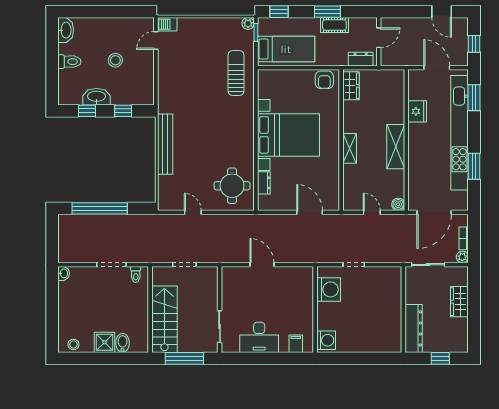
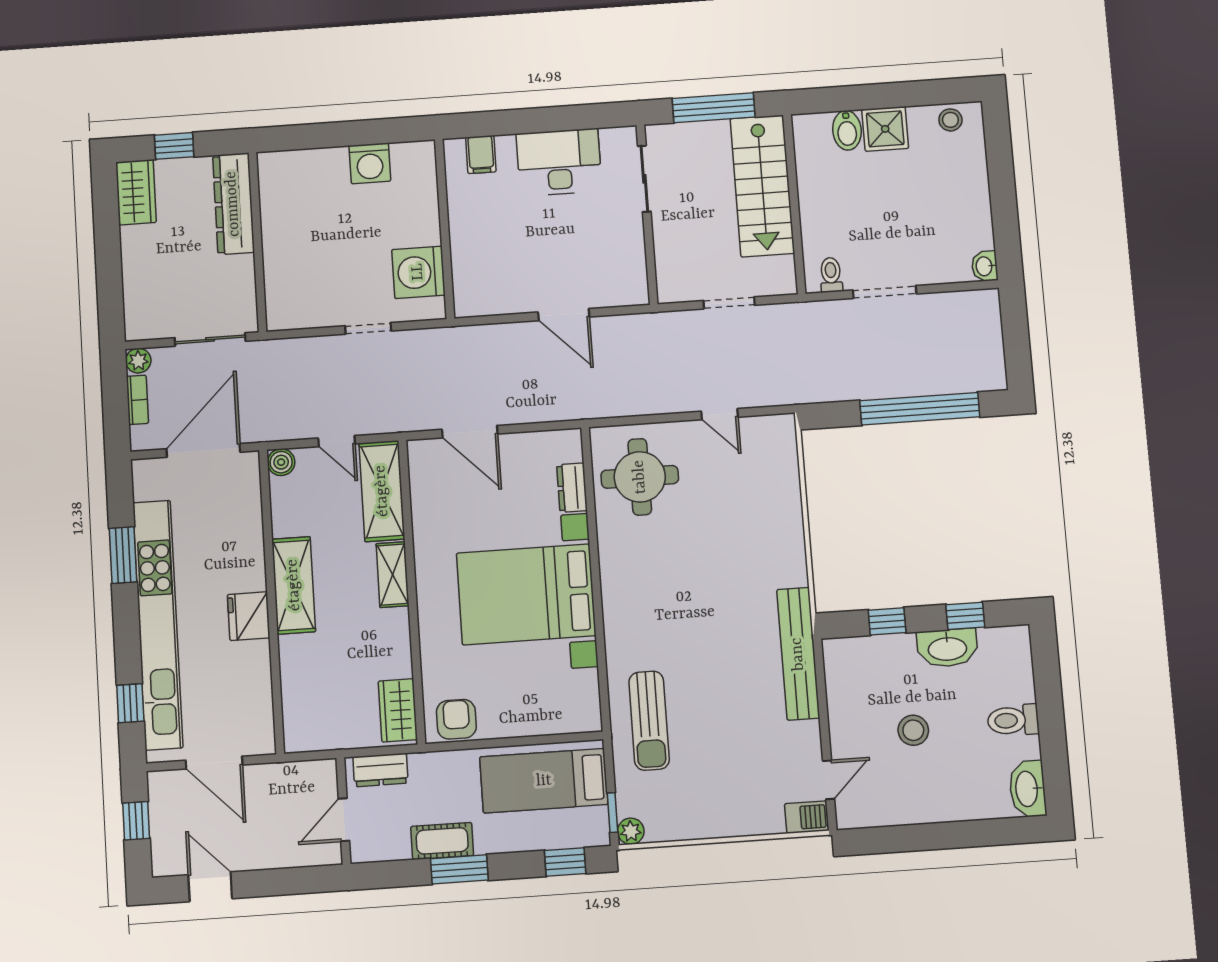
window: (474, 98) -> (130, 703), width x0.67
fridge: (417, 111) -> (249, 616), moved
bench: (165, 144) -> (798, 654), moved
shelving: (352, 188) -> (382, 491), added
wardrobe: (459, 302) -> (136, 192), moved
washing machine: (326, 340) -> (370, 163), moved, turned -90

